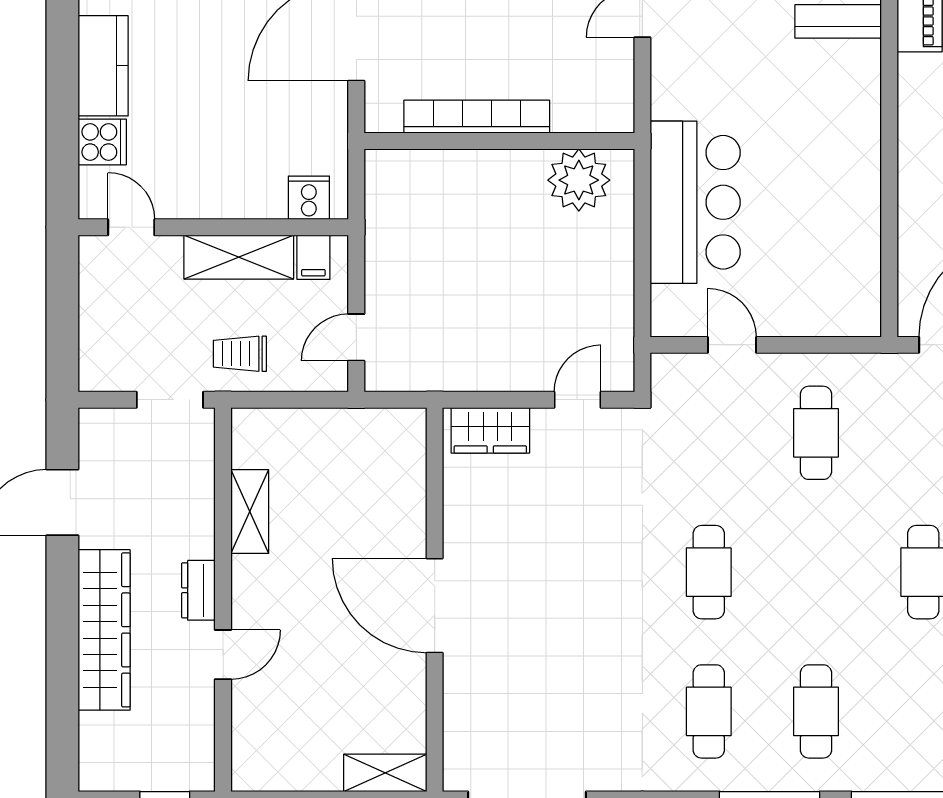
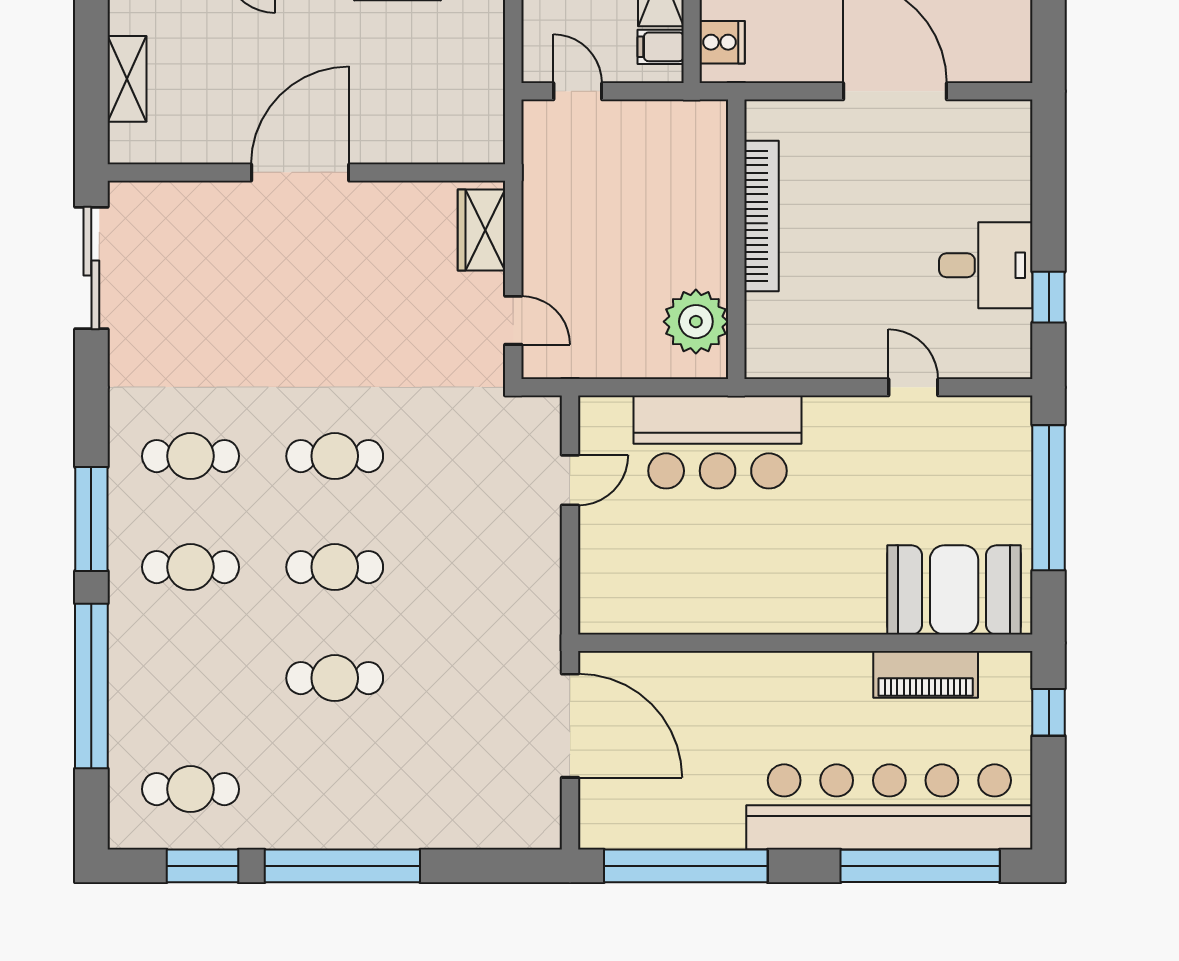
bookcase: (477, 117) -> (761, 216), moved
wall: (499, 141) -> (736, 239), moved
plant: (579, 180) -> (696, 322), moved
cafe table: (816, 433) -> (335, 567), moved
shelving: (385, 773) -> (127, 79), moved

